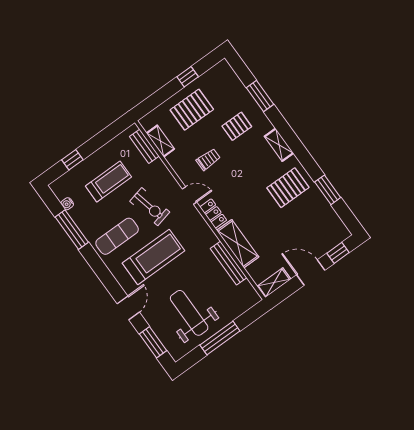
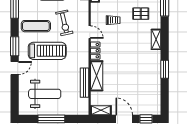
pallet: (288, 188) -> (144, 65), removed
window: (328, 190) -> (165, 69), moved
weight bench: (189, 313) -> (45, 94), turned 90
window: (153, 342) -> (15, 46), moved

